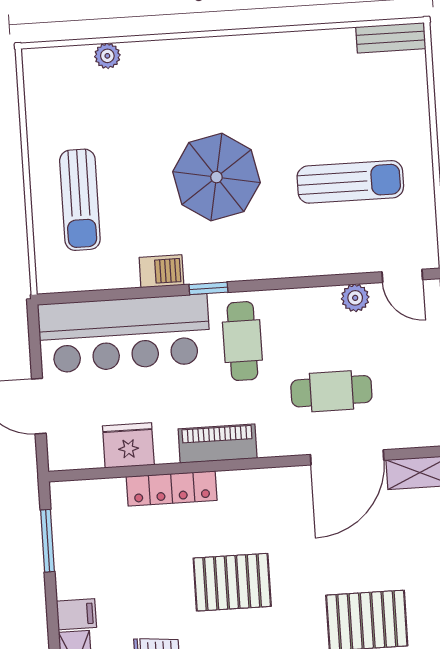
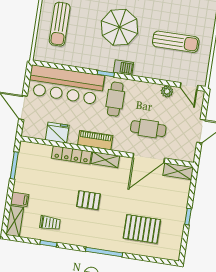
barbecue: (161, 271) -> (123, 67), moved
shelving: (250, 483) -> (105, 160), added
pallet: (232, 582) -> (88, 200), width x0.67, depth x0.71

